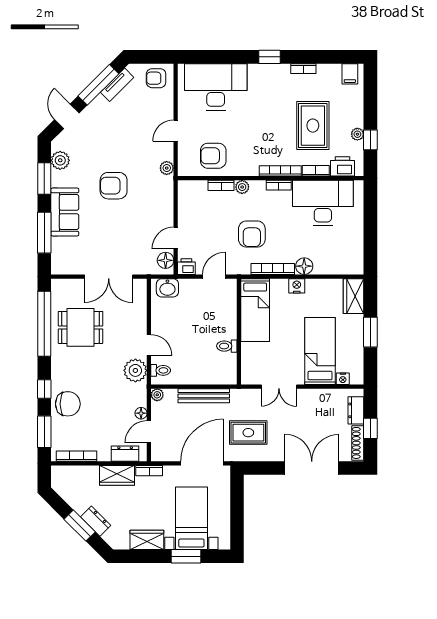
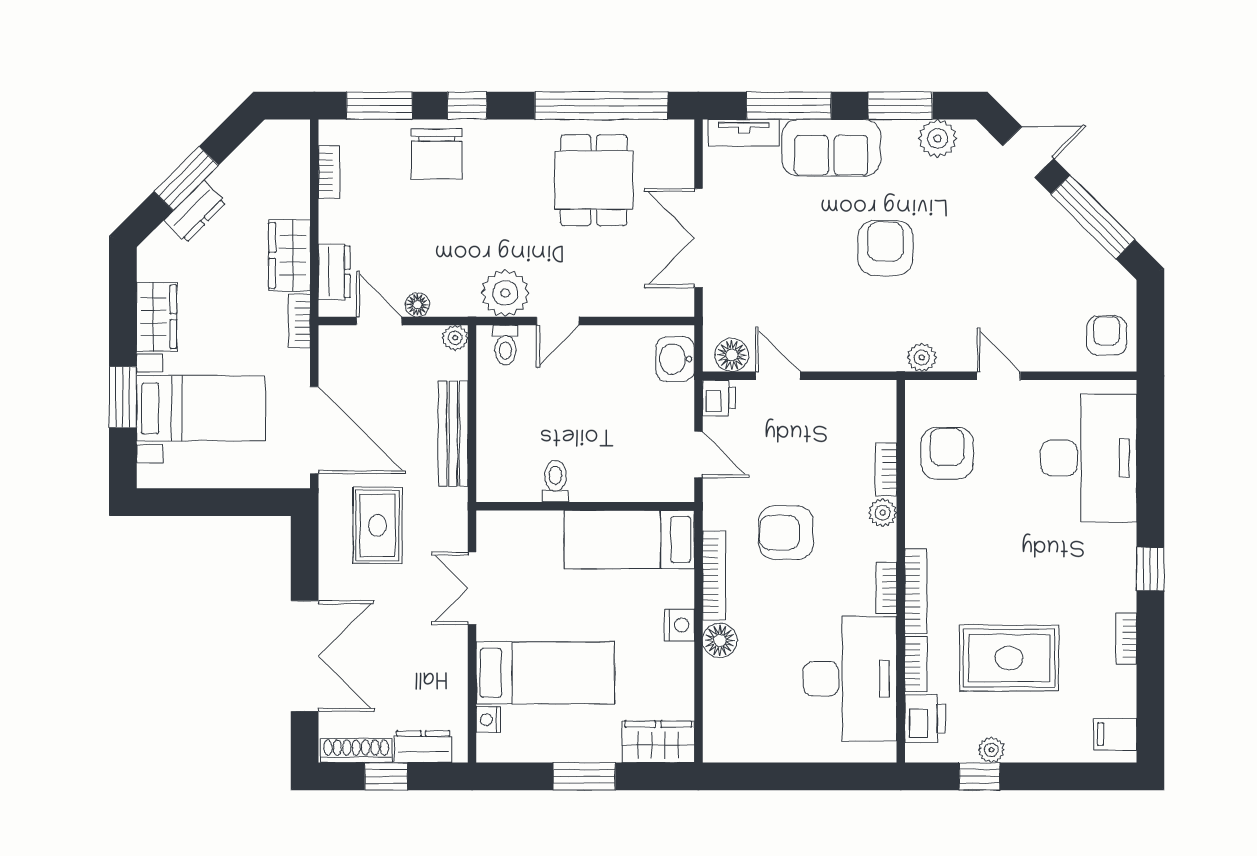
tv unit: (117, 85) -> (744, 133), moved, turned -45
bookcase: (77, 456) -> (329, 172), width x0.64

